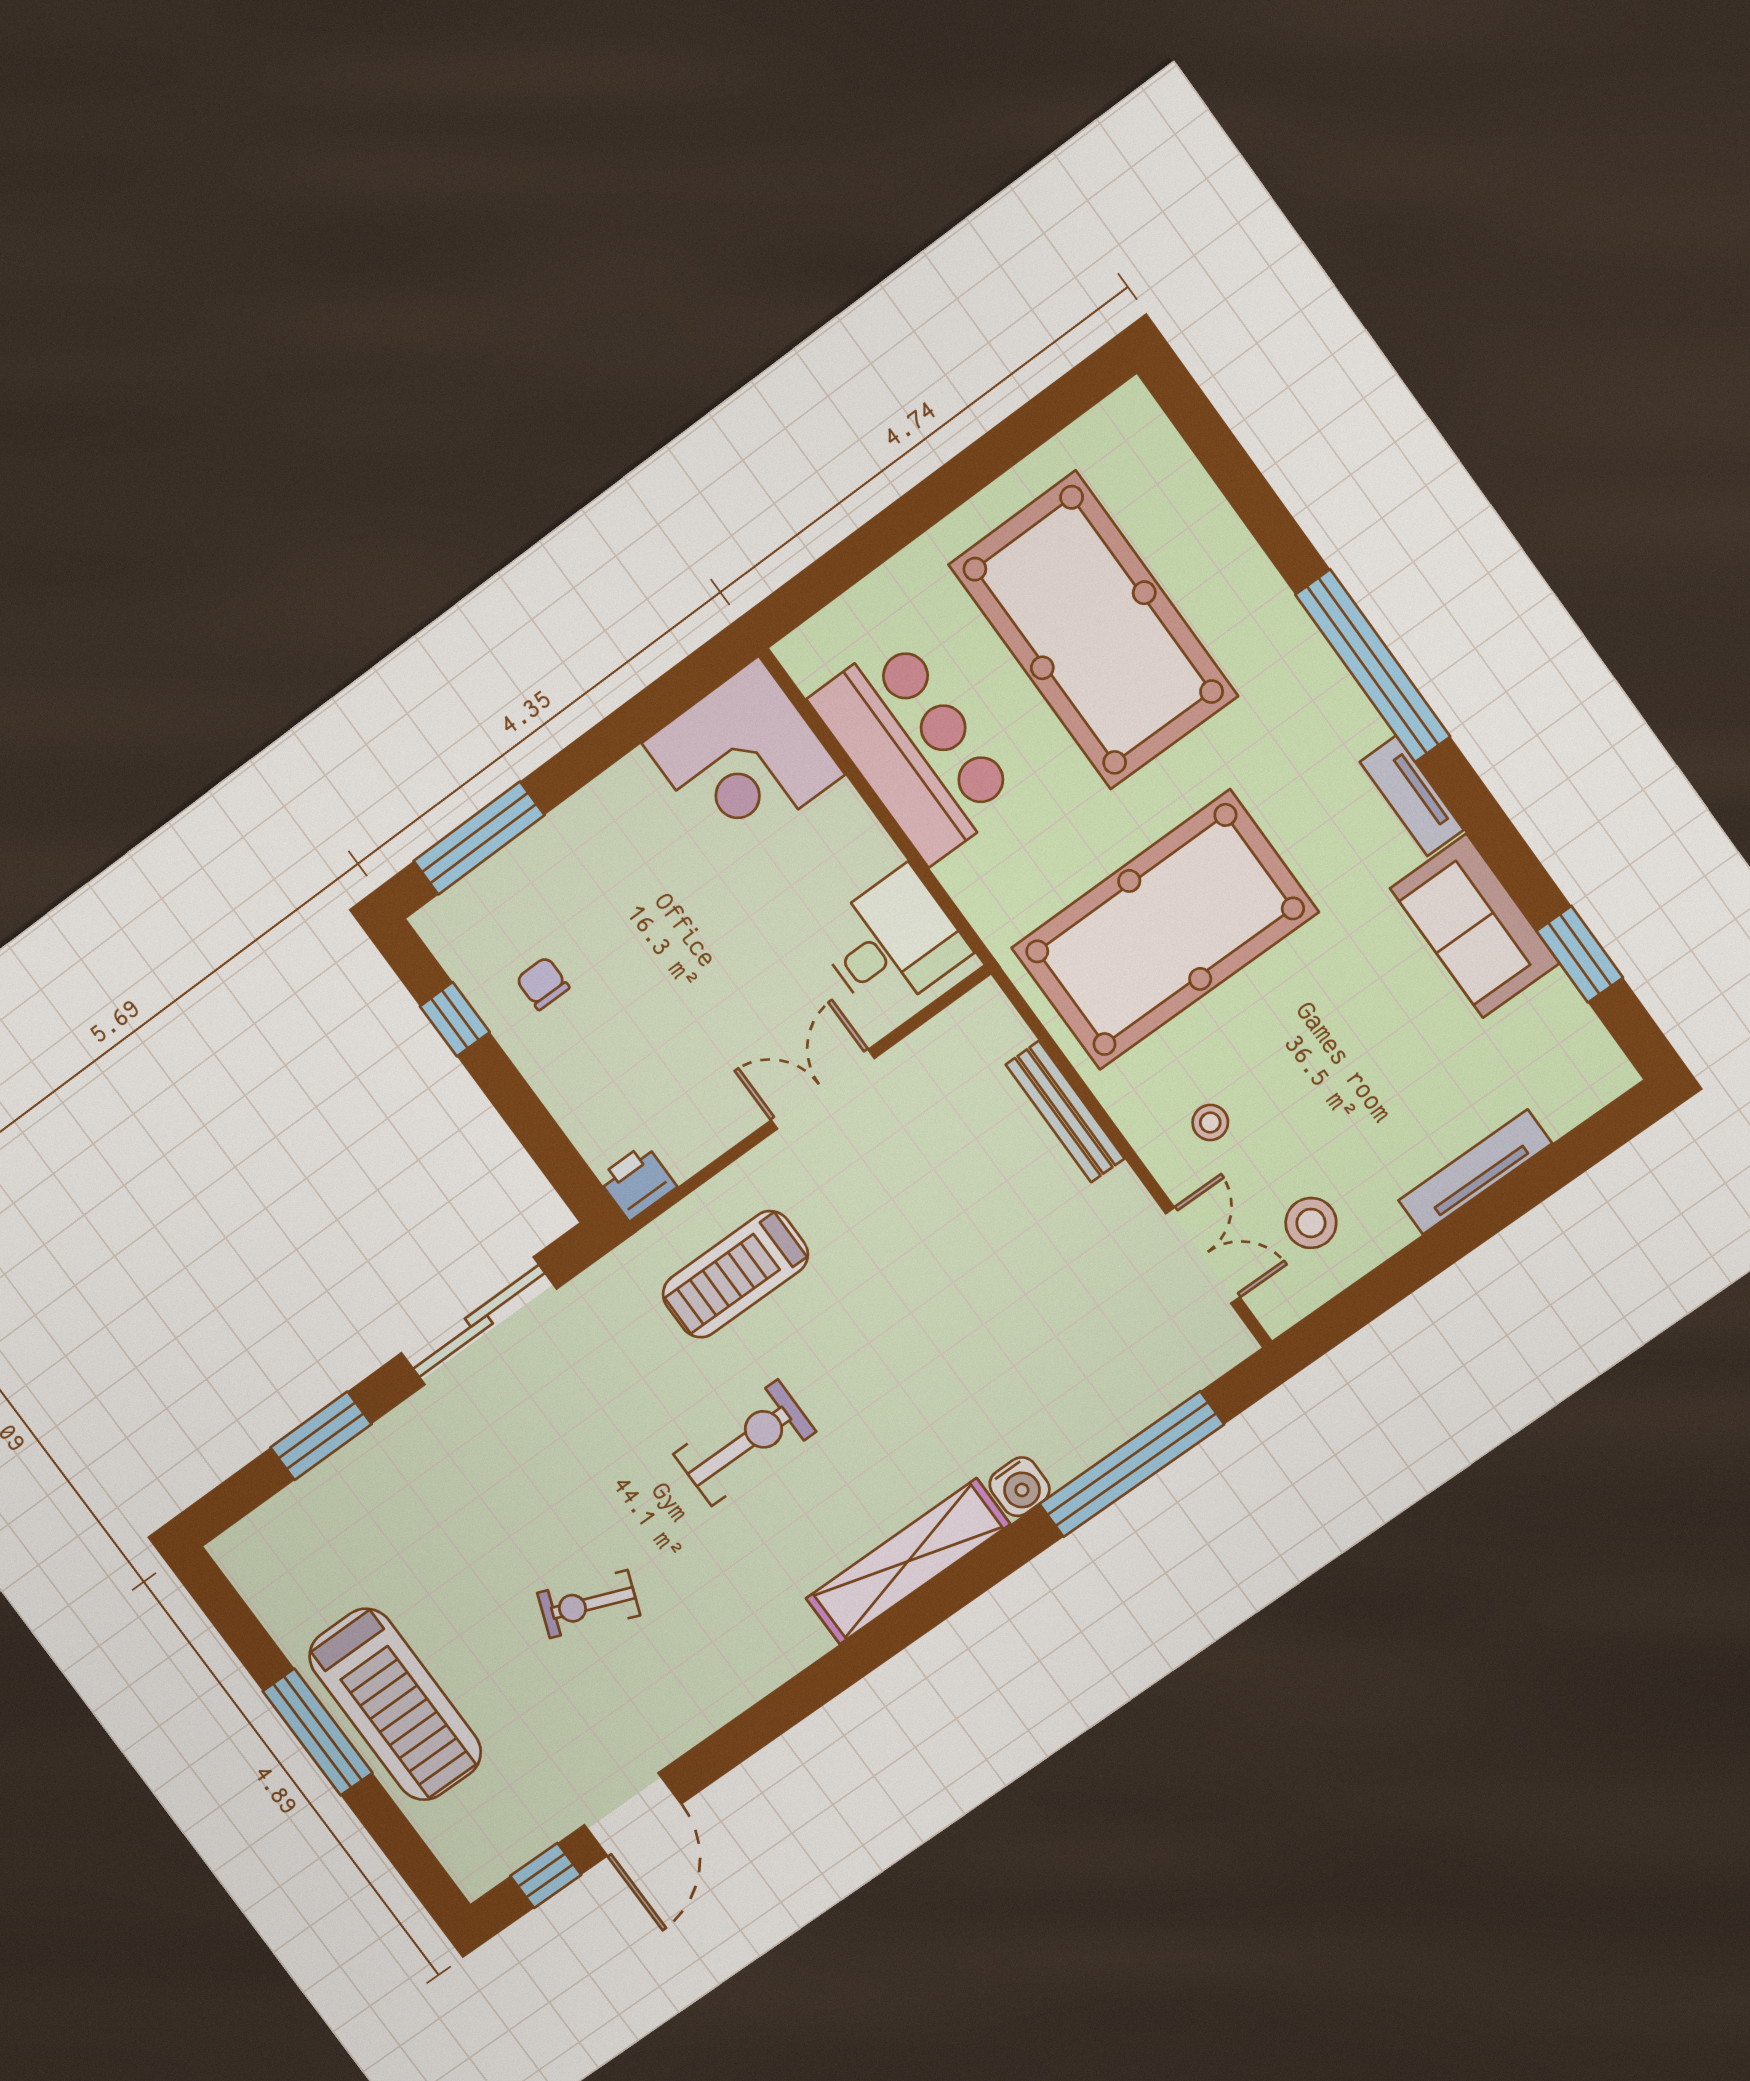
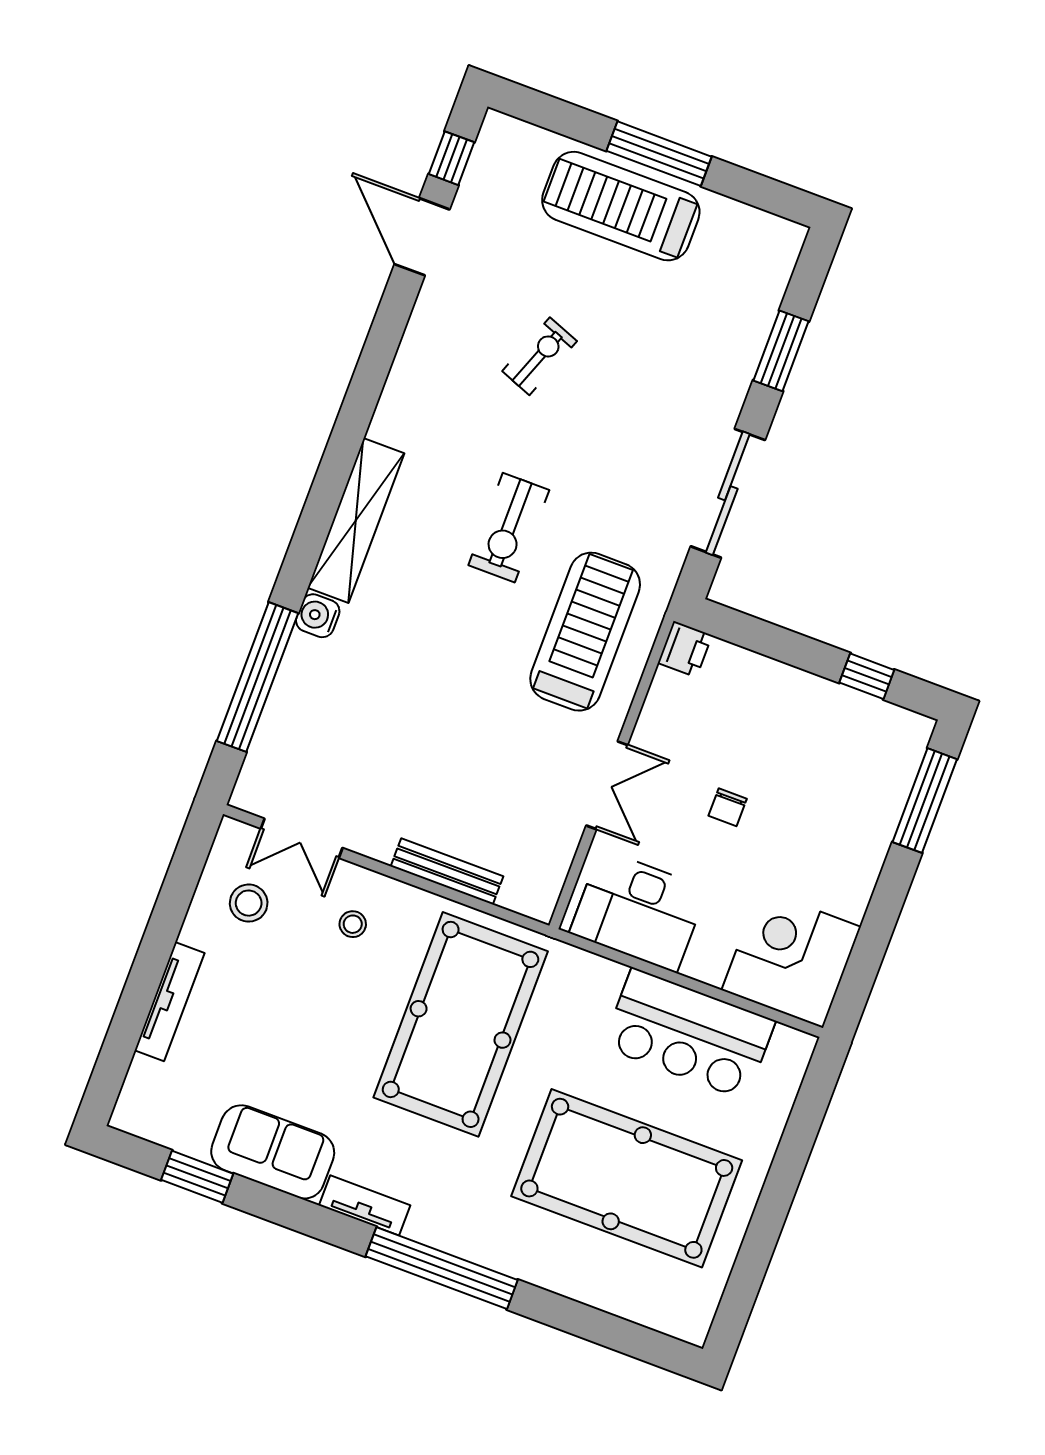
desk: (892, 943) -> (638, 911), width x1.37
chair: (543, 983) -> (728, 807), moved, turned 90
treadmill: (735, 1274) -> (585, 632), width x1.37, depth x1.38

